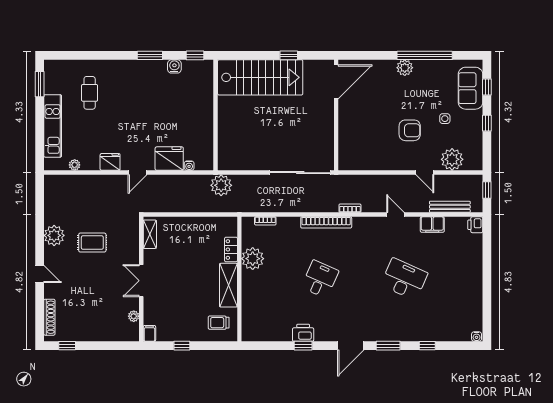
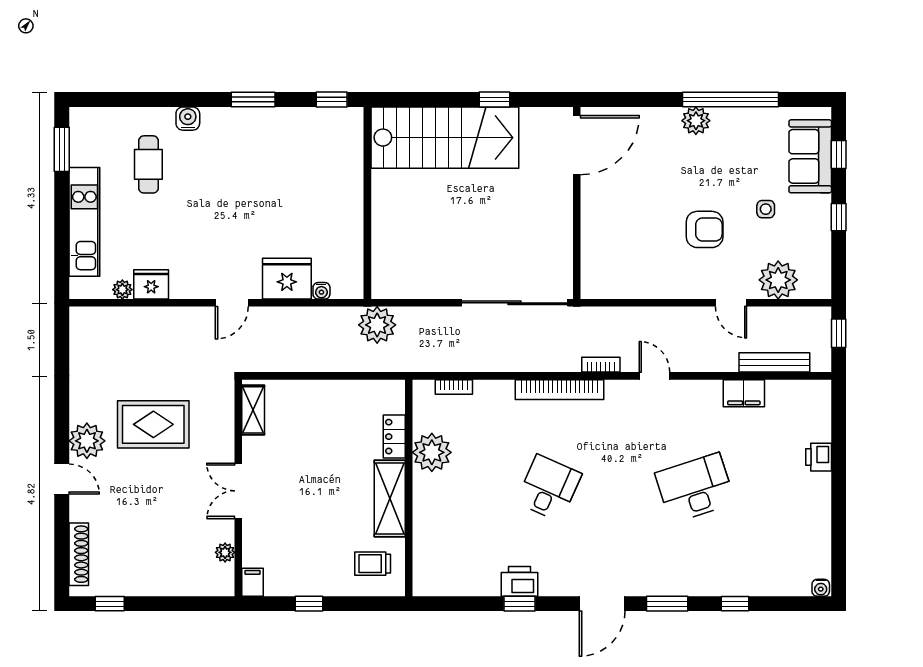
water cooler: (174, 66) -> (188, 119), moved
fridge: (110, 162) -> (151, 284), moved
door: (395, 215) -> (655, 376), moved
printer: (475, 225) -> (819, 457), moved
plant: (54, 235) -> (87, 441), moved
rug: (92, 243) -> (153, 424), width x1.36, depth x1.43
desk: (404, 279) -> (695, 488), turned -42

